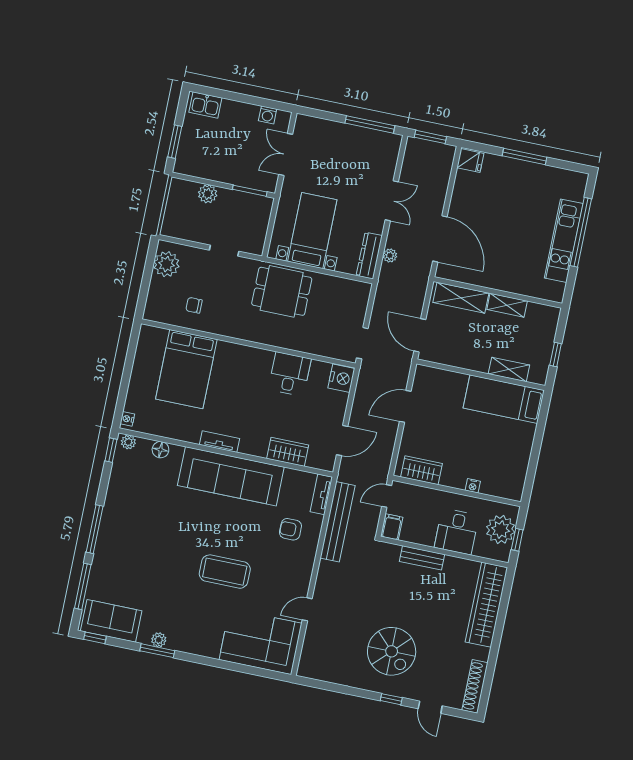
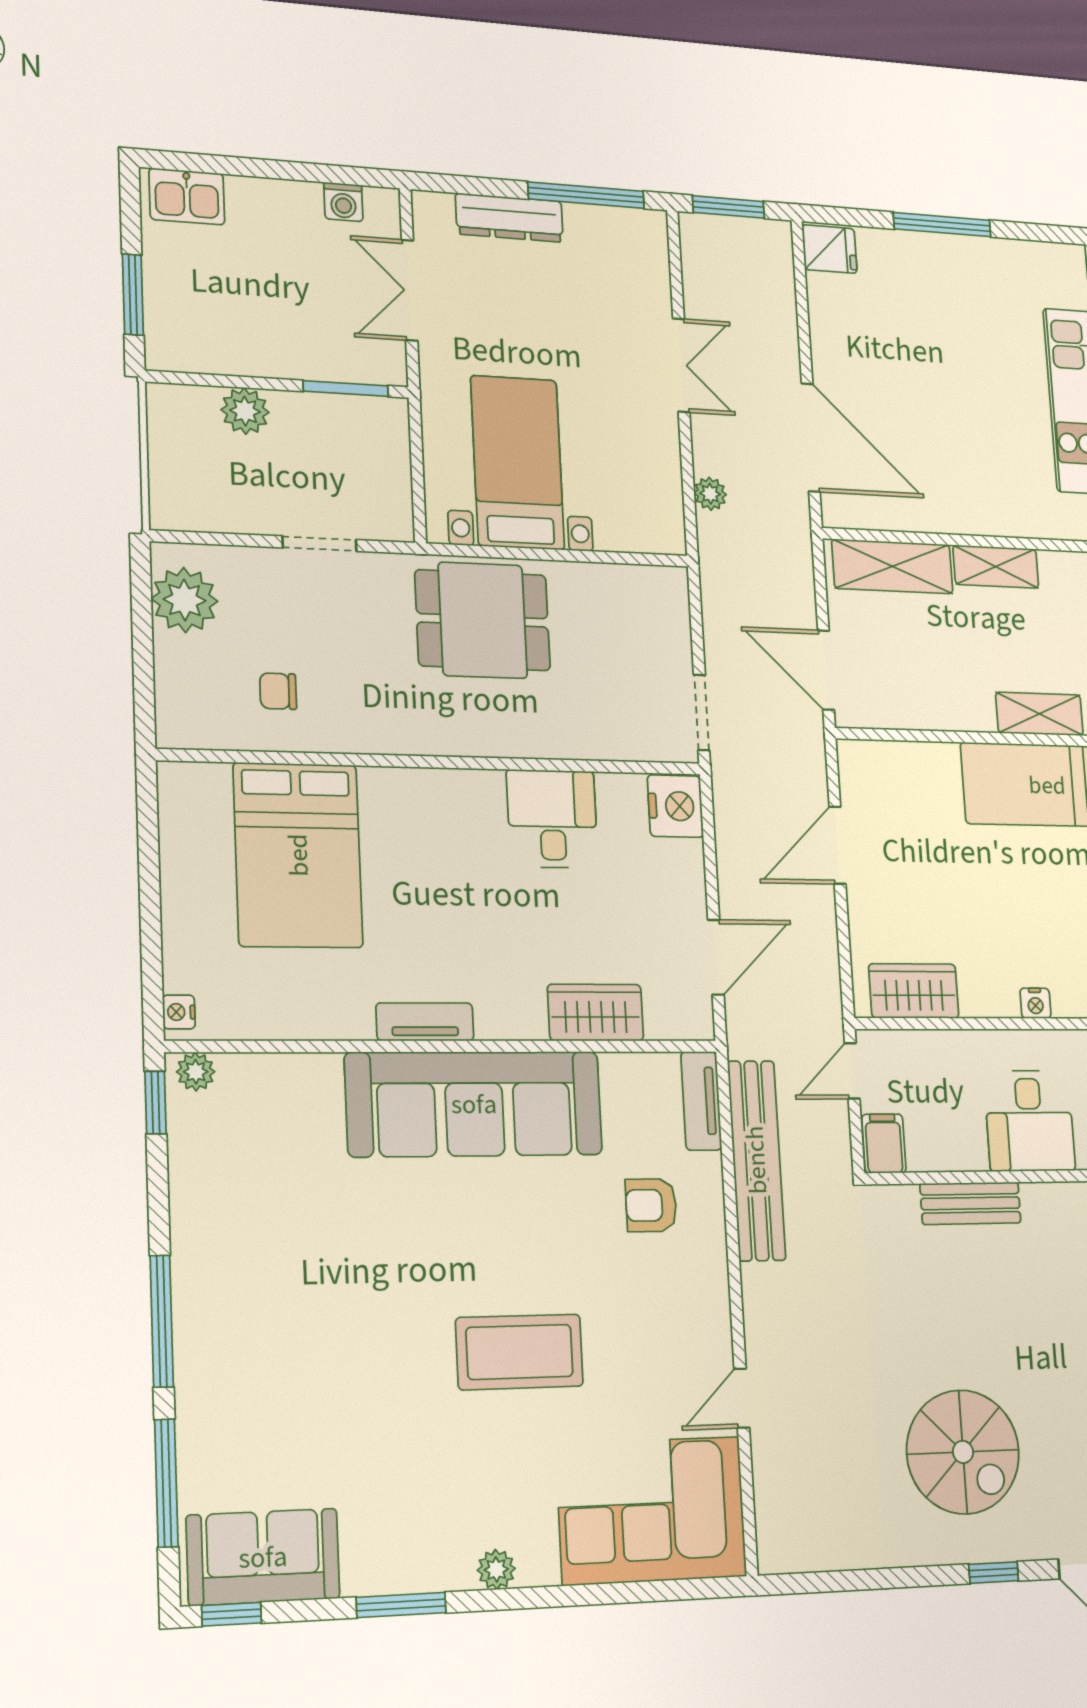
dresser: (369, 256) -> (509, 218), moved, turned -90
floor lamp: (160, 450) -> (283, 1074), removed
plant: (159, 640) -> (496, 1569), moved

